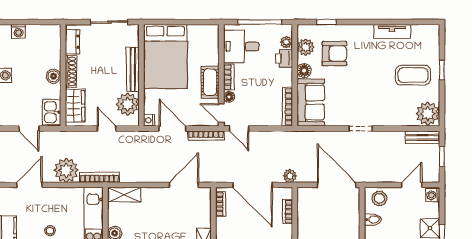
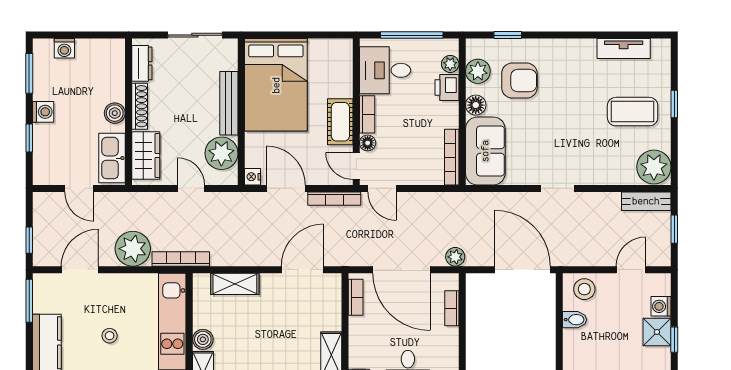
tv unit: (392, 31) -> (624, 49), moved
kitchen sink: (52, 112) -> (112, 158), width x1.38
shelving: (124, 195) -> (235, 284), moved
washing machine: (433, 195) -> (661, 306), moved

